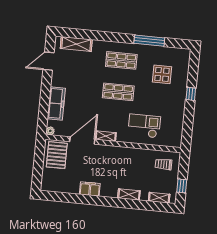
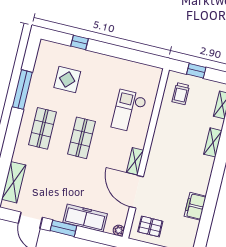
window: (46, 88) -> (63, 228), added
window: (191, 94) -> (80, 42), moved
pallet: (57, 155) -> (150, 226), width x0.67, depth x0.71
window: (182, 186) -> (196, 71), moved
filing cabinet: (90, 189) -> (195, 206), moved

